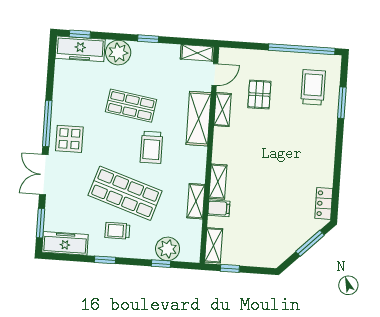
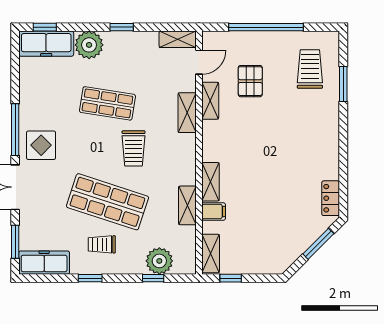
window: (302, 49) -> (266, 27), moved
shelving: (199, 119) -> (187, 113), width x0.67, depth x0.75

